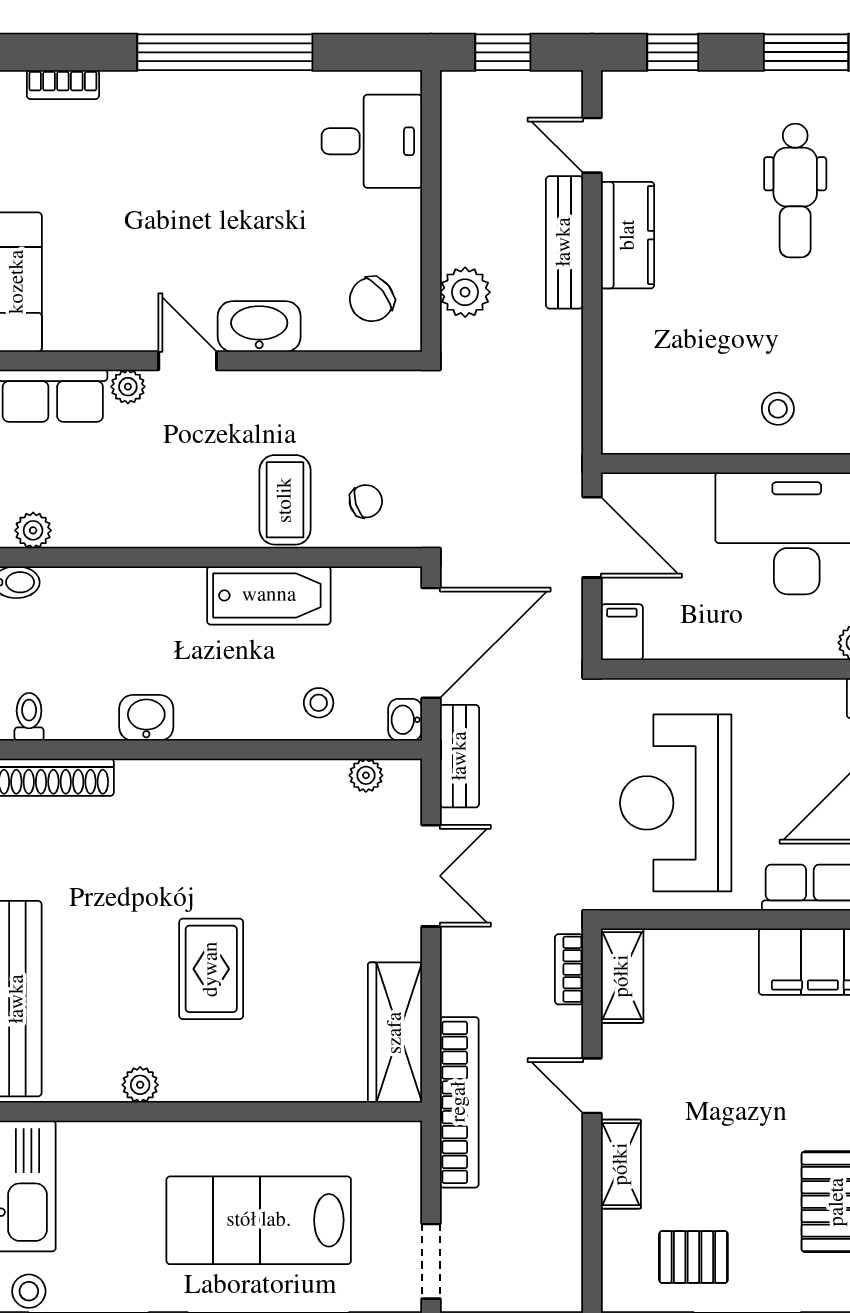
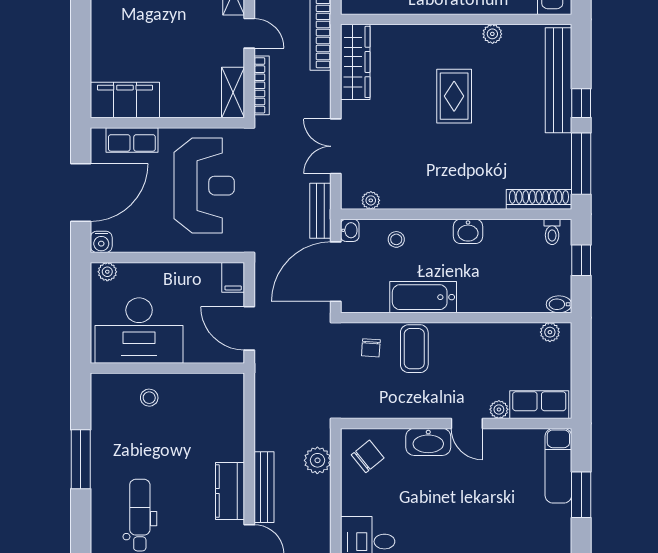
chair: (366, 501) -> (371, 348), turned -69
washbasin: (146, 718) -> (468, 231), moved
bookcase: (569, 969) -> (262, 85), width x1.56

